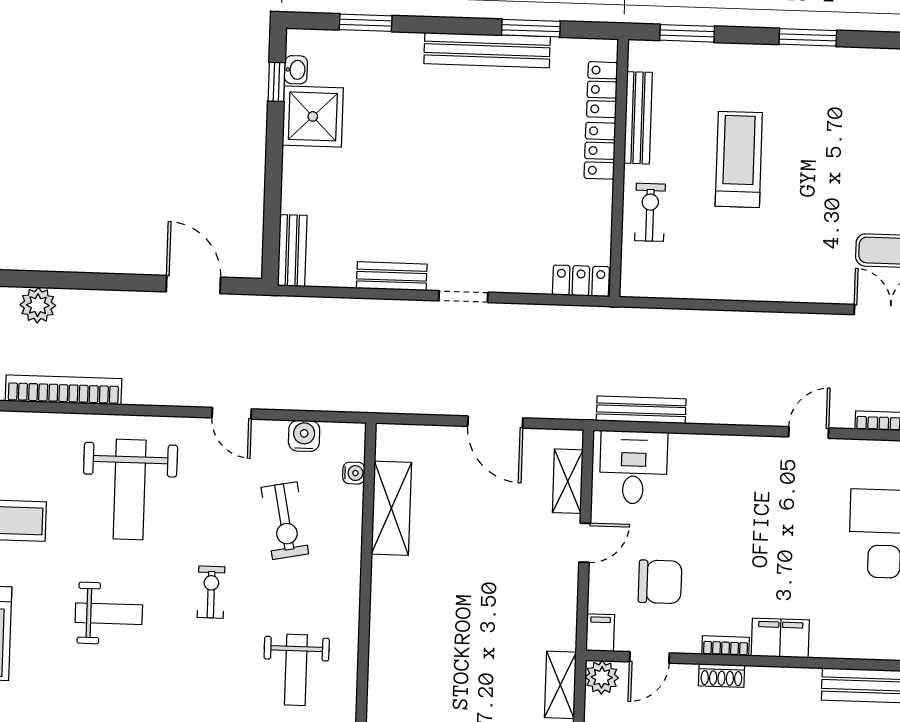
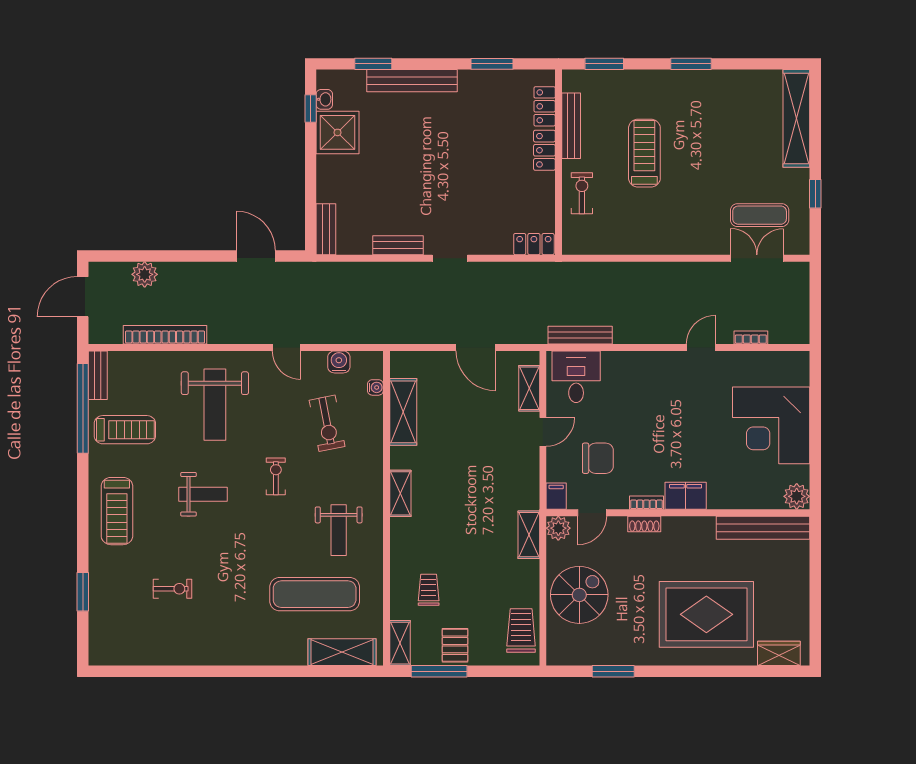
bench: (487, 50) -> (412, 81), moved
shelving: (384, 622) -> (400, 493), added

